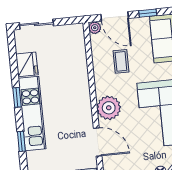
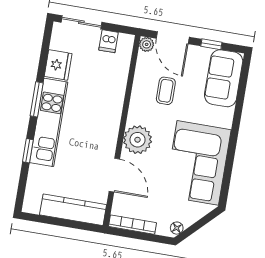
dishwasher: (63, 34) -> (109, 41), added
window: (17, 97) -> (37, 99), width x1.50

